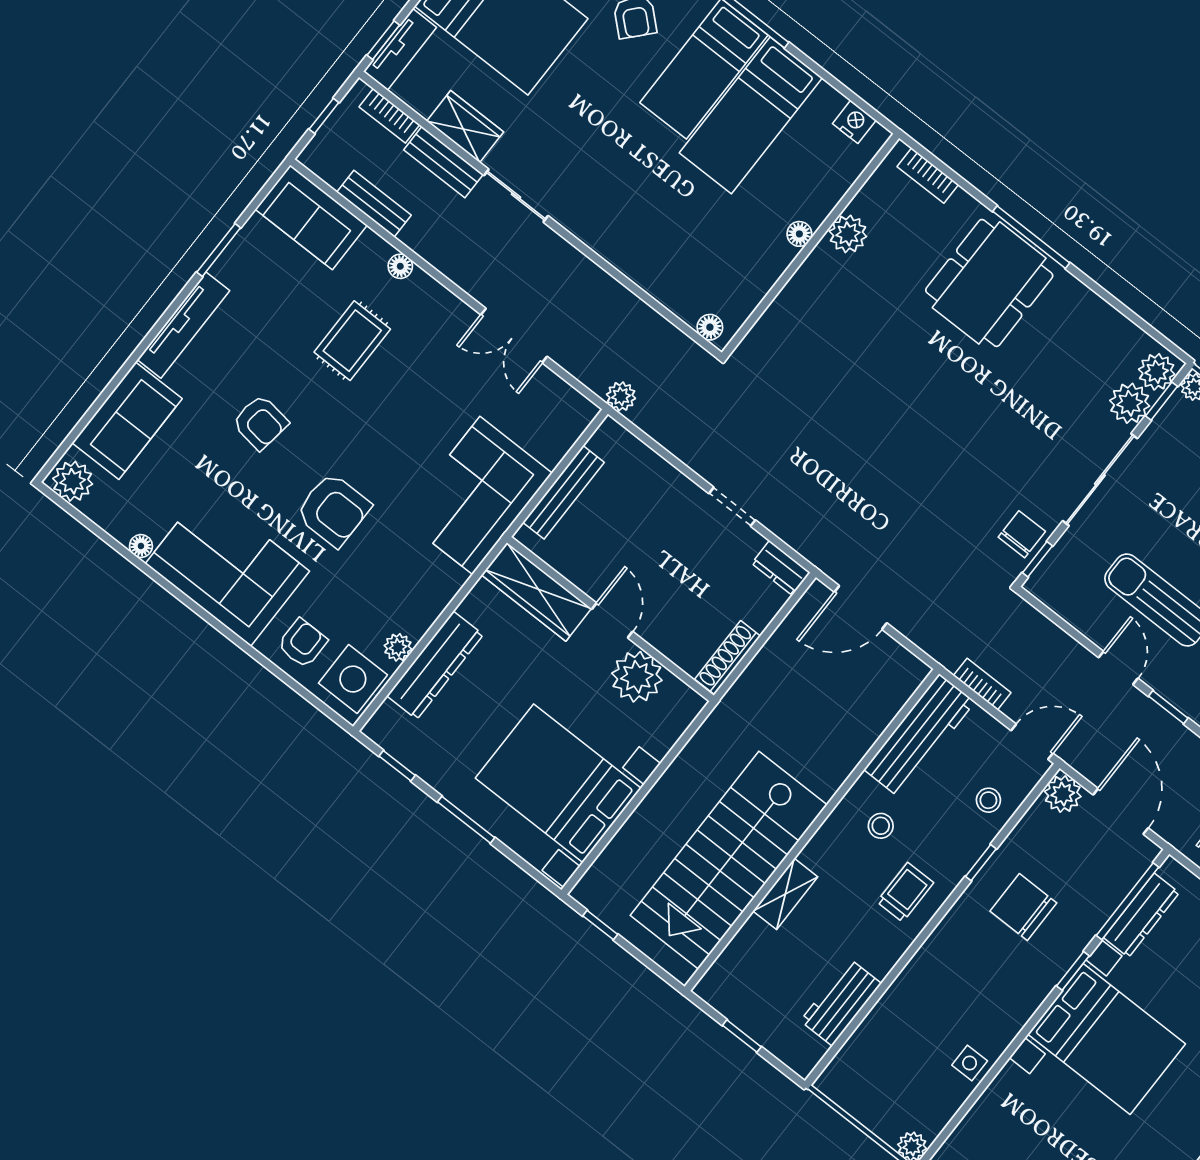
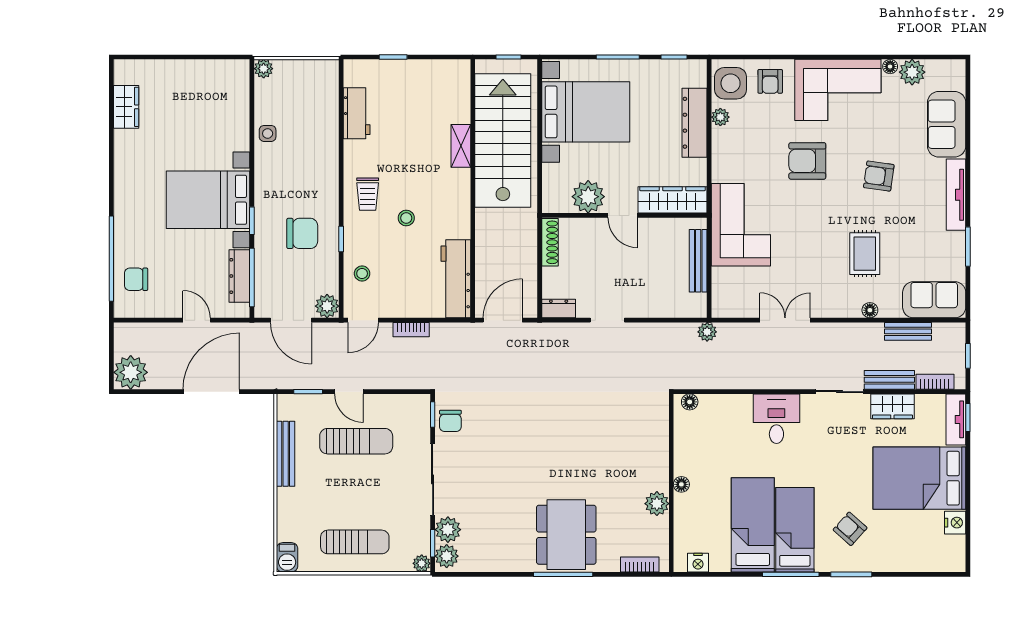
desk: (619, 223) -> (776, 419), added
plant: (73, 481) -> (912, 72), moved
workbench: (919, 736) -> (456, 279), moved
wall: (812, 830) -> (473, 189), moved
stairs: (729, 860) -> (503, 141), moved
shelving: (785, 894) -> (461, 146), moved

